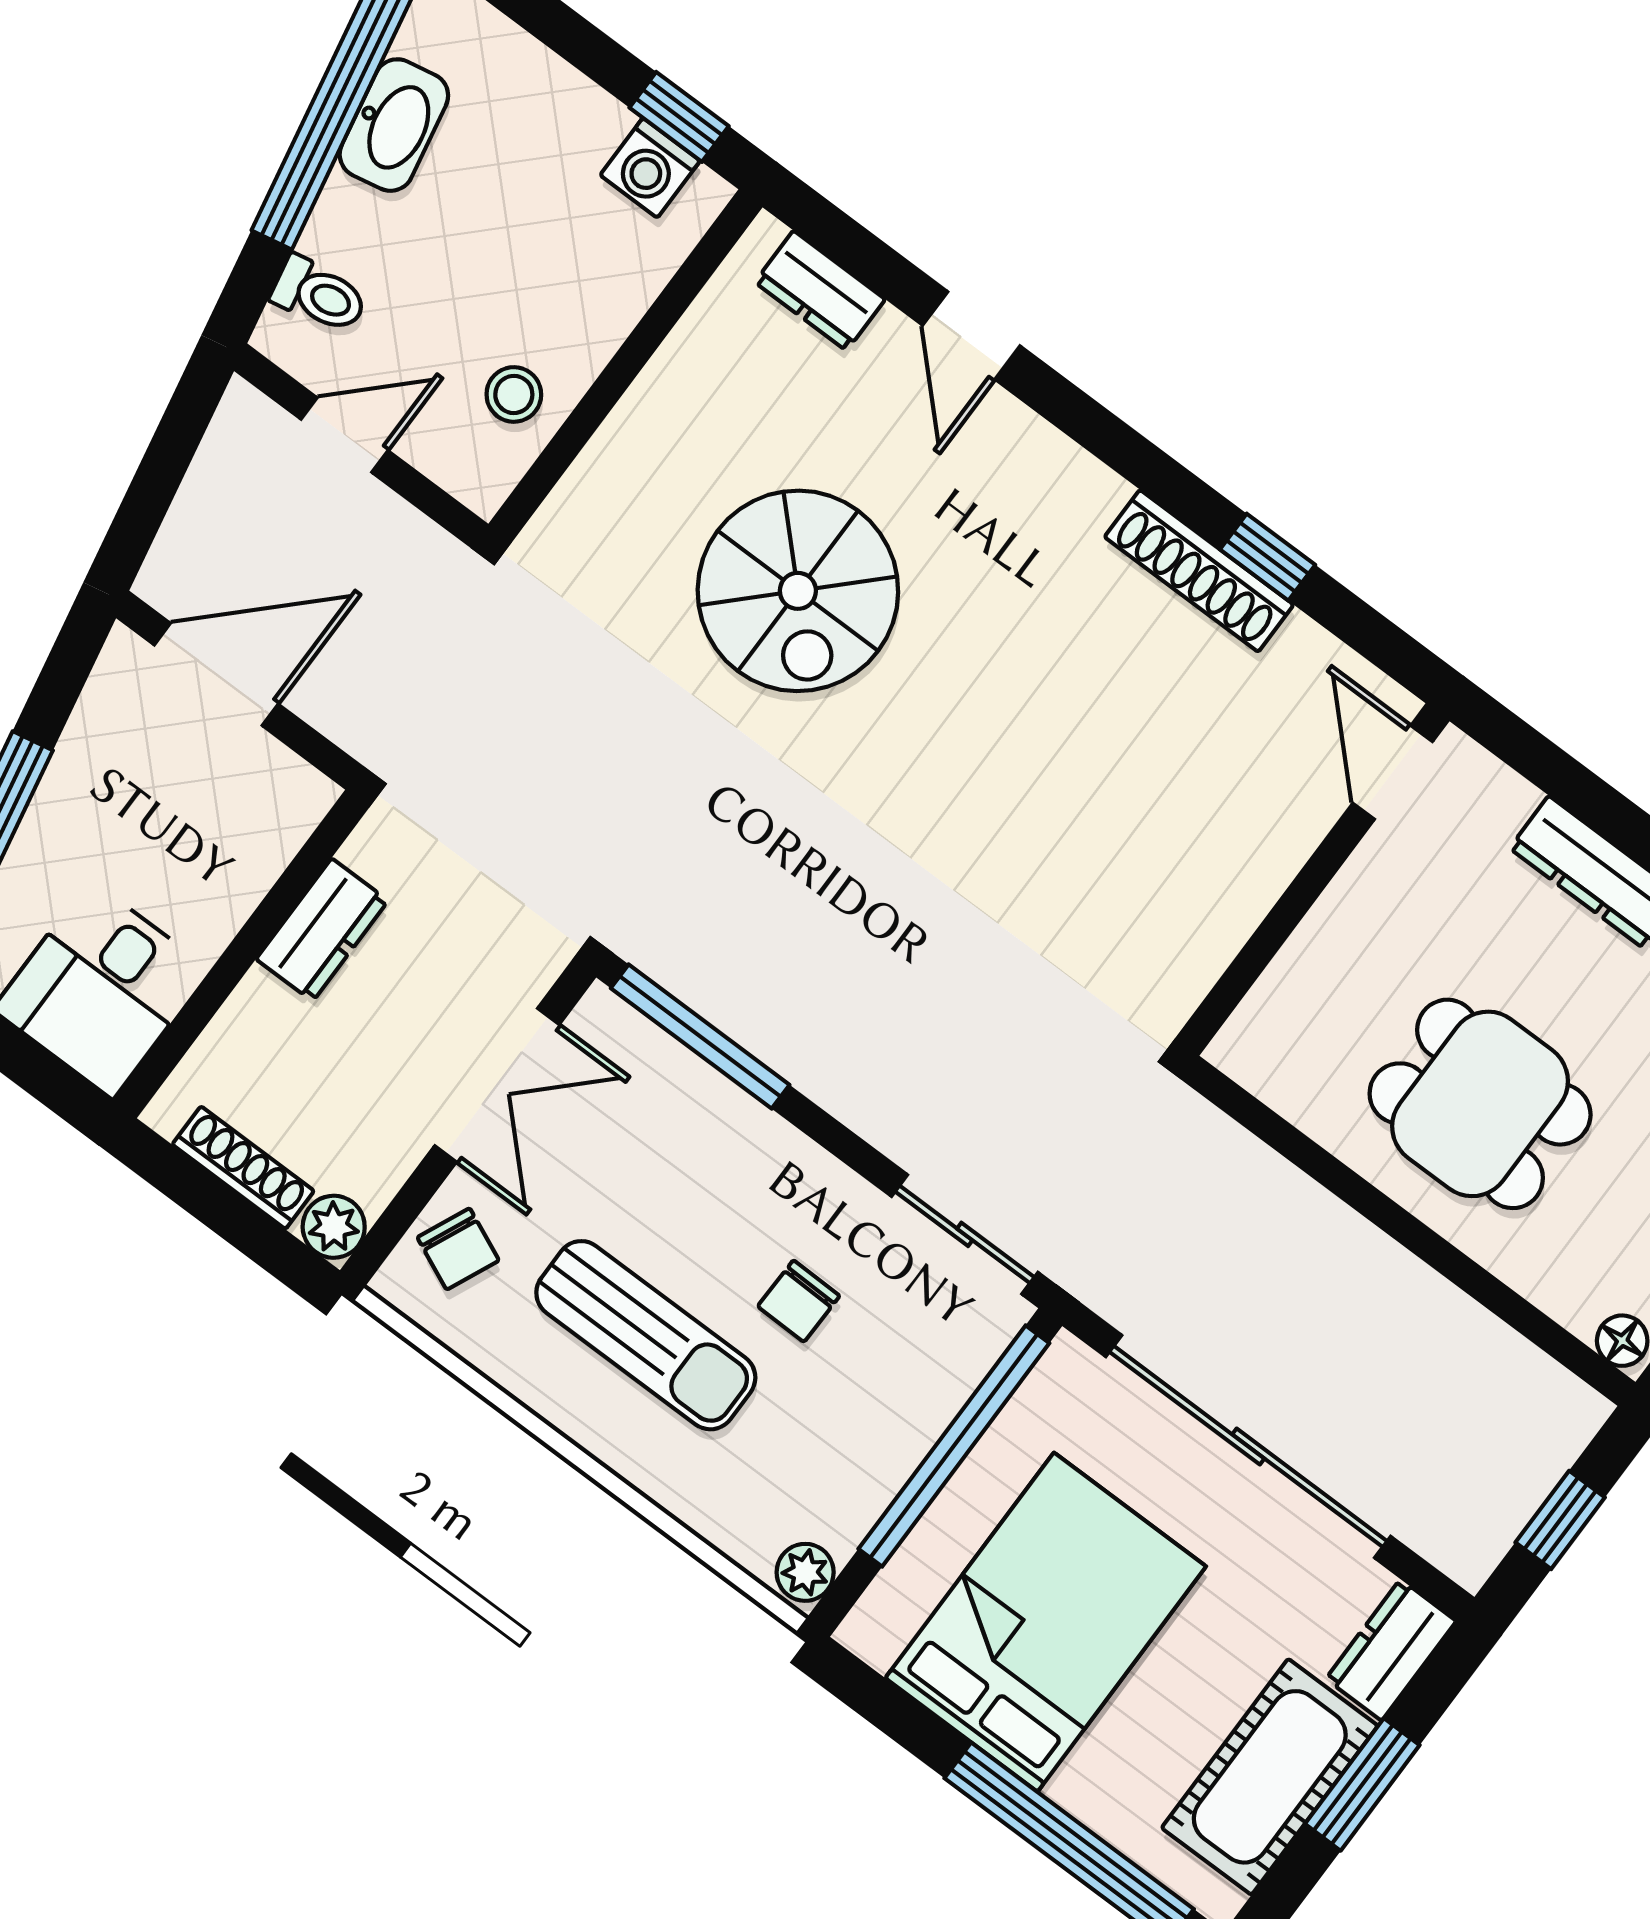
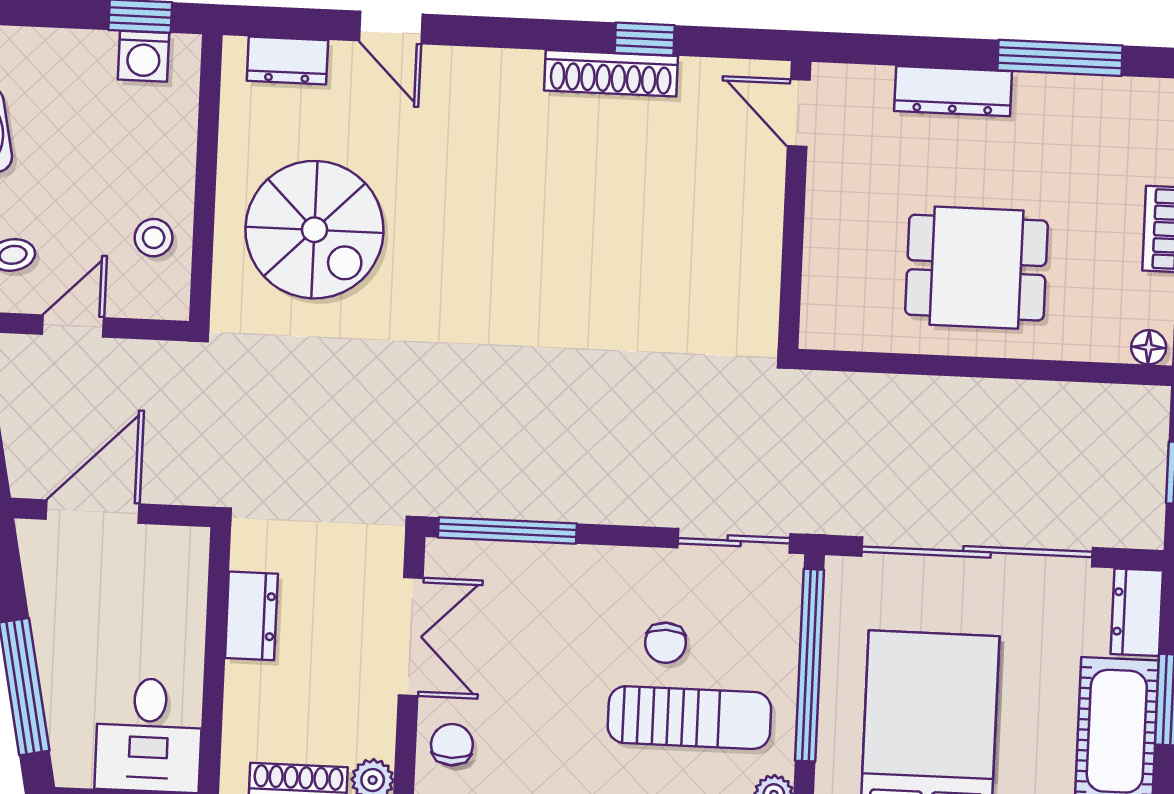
spiral stairs: (798, 591) -> (314, 230), moved
chair: (458, 1249) -> (452, 745), turned -114
sun lounger: (646, 1335) -> (689, 718), moved

